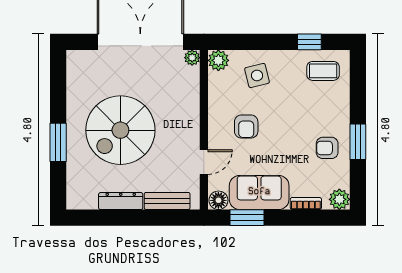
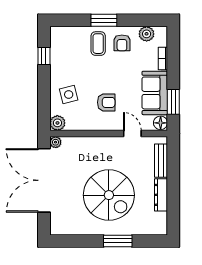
coffee table: (323, 71) -> (98, 44), moved
window: (358, 142) -> (104, 20), moved
plant: (339, 199) -> (147, 34), moved

